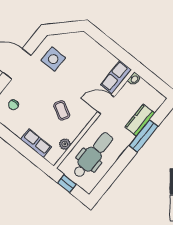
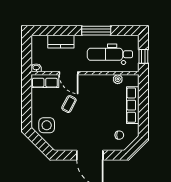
side table: (53, 59) -> (47, 125), moved
coffee table: (62, 110) -> (69, 104), moved
window: (143, 136) -> (96, 31), moved
row of seats: (36, 143) -> (133, 105), width x1.48

